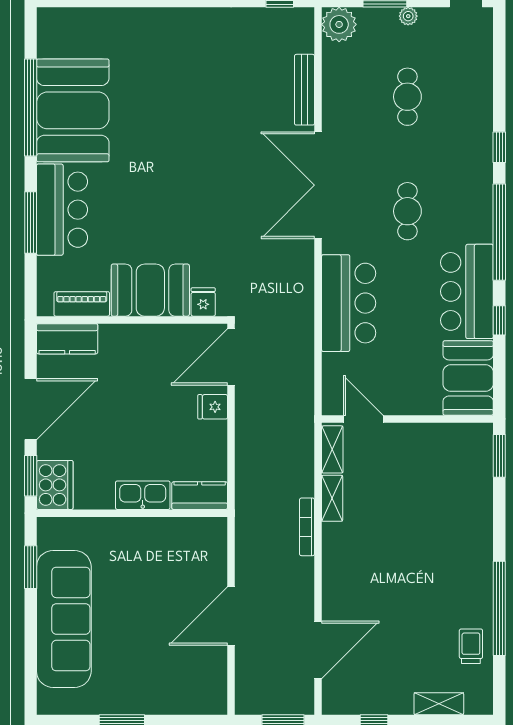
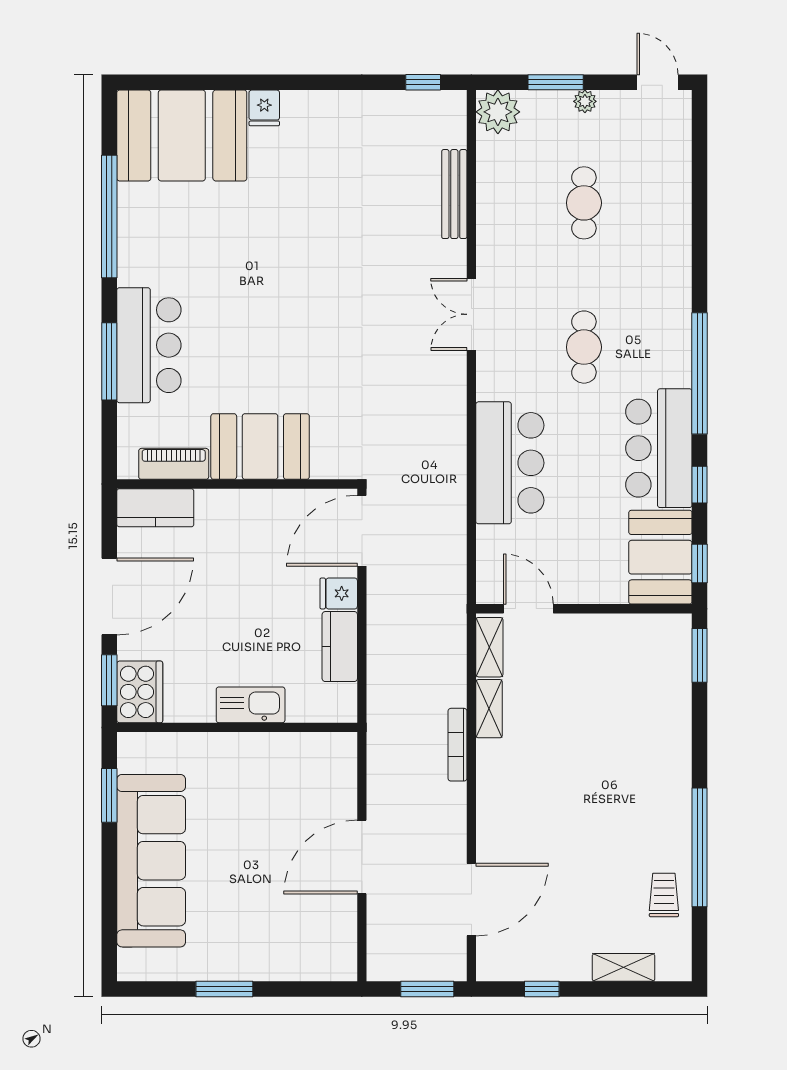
booth: (73, 110) -> (182, 135), moved, turned 90
window: (499, 147) -> (700, 563), moved
double door: (318, 185) -> (471, 314), width x0.54
fridge: (203, 302) -> (264, 108), moved, turned 180
kitchen counter: (200, 496) -> (340, 647), moved, turned -90

